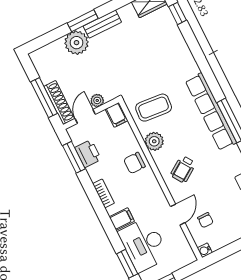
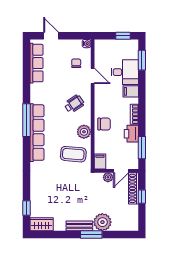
window: (44, 98) -> (142, 197), width x0.46
printer: (88, 154) -> (131, 134), moved
door: (178, 215) -> (93, 76), swing flipped
desk: (144, 245) -> (125, 72), width x0.73

